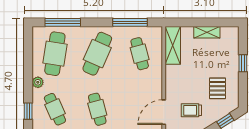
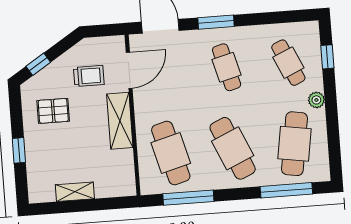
shelving: (173, 45) -> (120, 121), moved
cafe table: (97, 54) -> (233, 148), turned -48
cafe table: (140, 54) -> (171, 153), width x1.37, depth x1.35
pallet: (217, 88) -> (53, 111), turned 90

